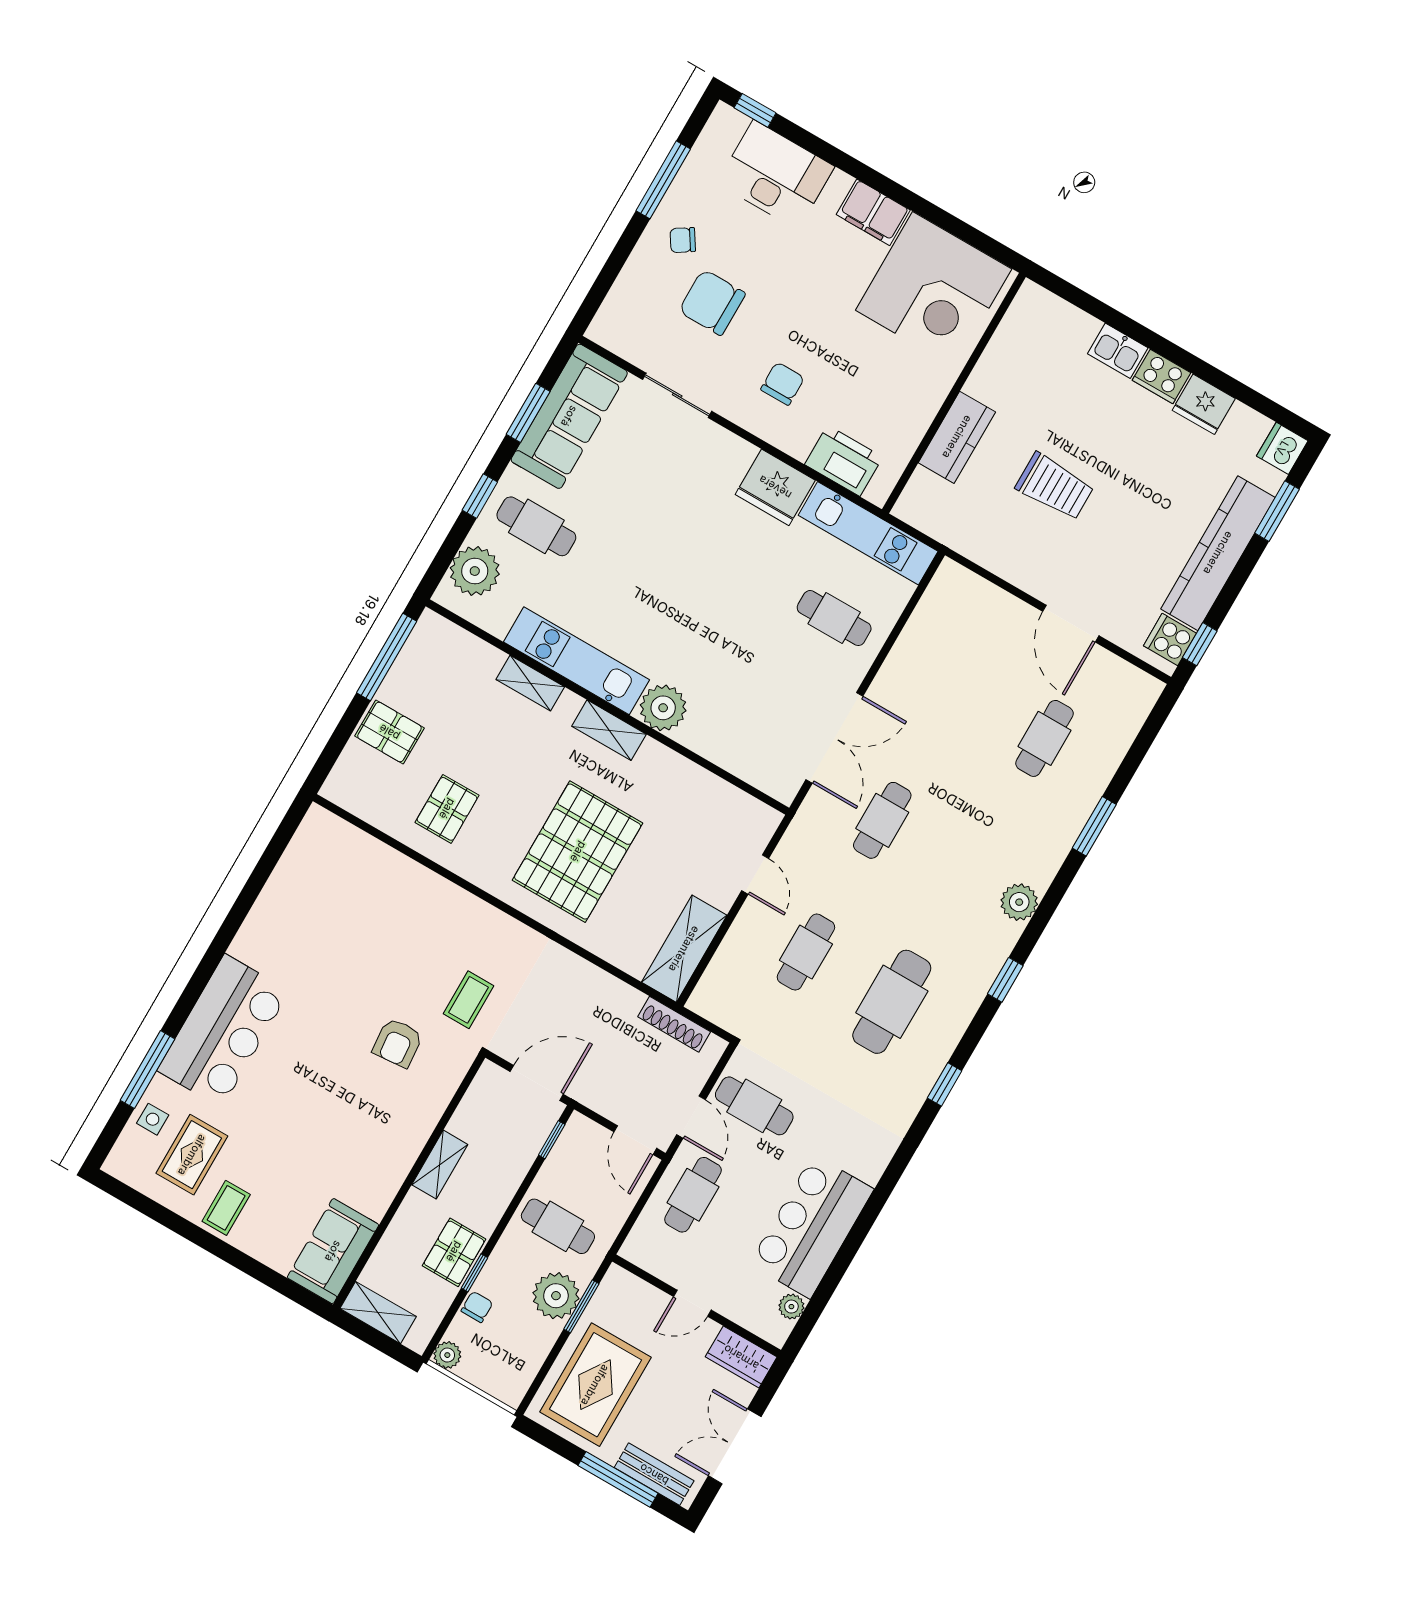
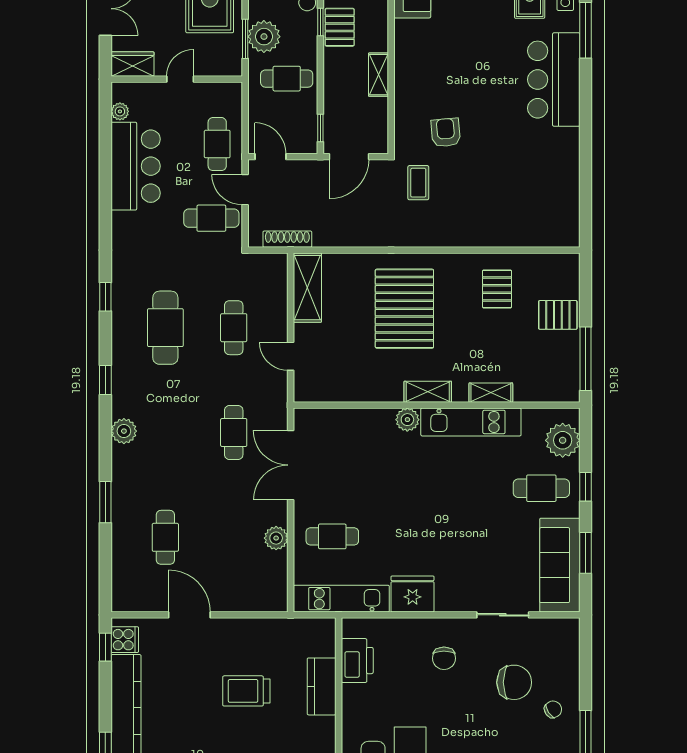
printer: (844, 461) -> (357, 661), moved, turned -90
plant: (906, 657) -> (276, 538), added
plant: (663, 708) -> (407, 420), width x0.73, depth x0.73

